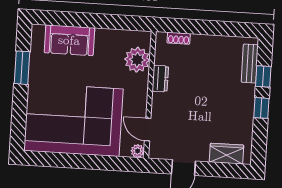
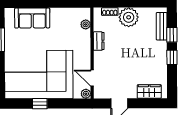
plant: (204, 48) -> (129, 17), added
plant: (137, 60) -> (86, 24), width x0.53, depth x0.53
window: (72, 161) -> (40, 104), added

